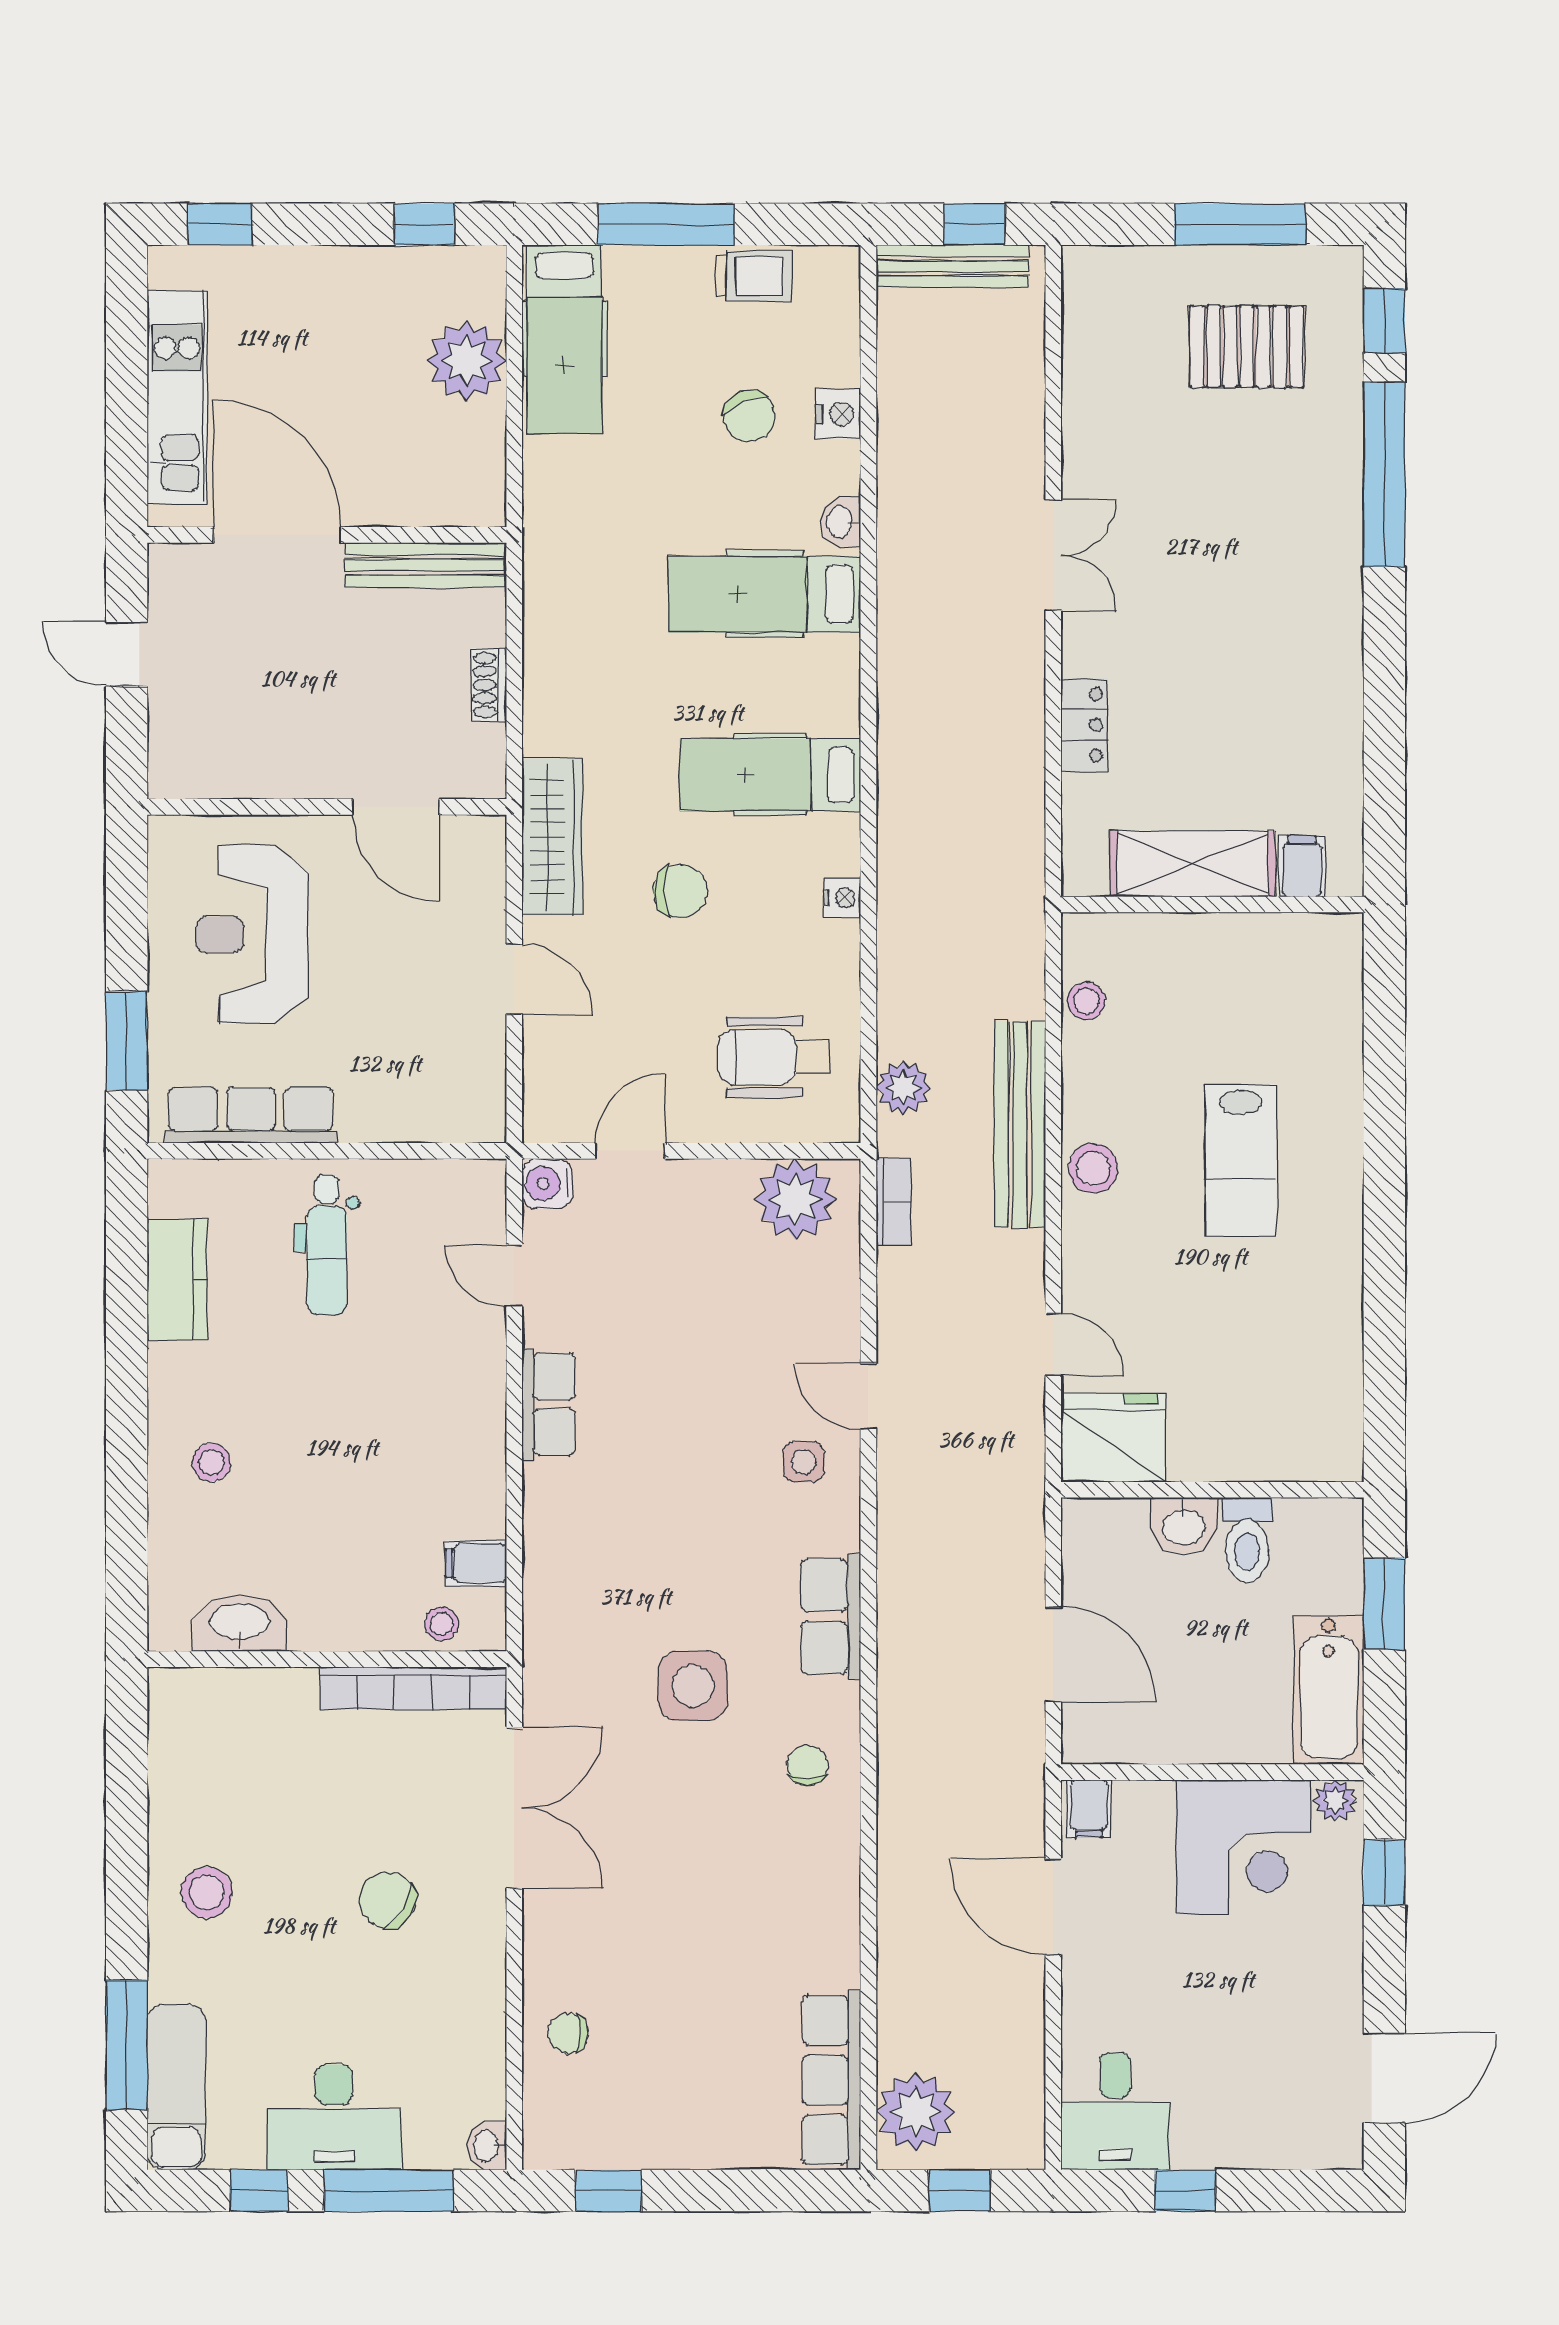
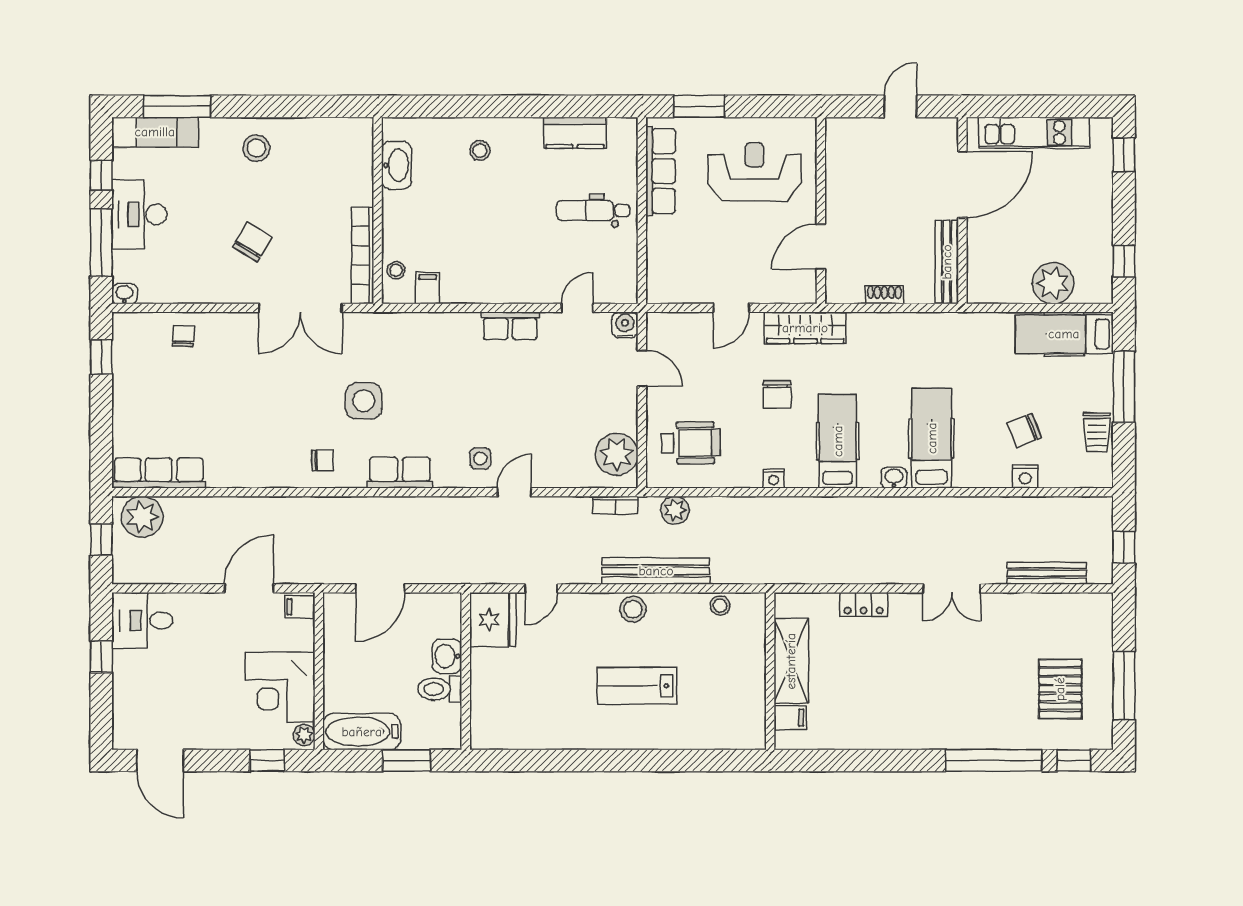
bench: (952, 266) -> (1047, 573), moved, turned 90
washbasin: (841, 522) -> (894, 478), moved
wheelchair: (774, 1057) -> (691, 443), turned 89

